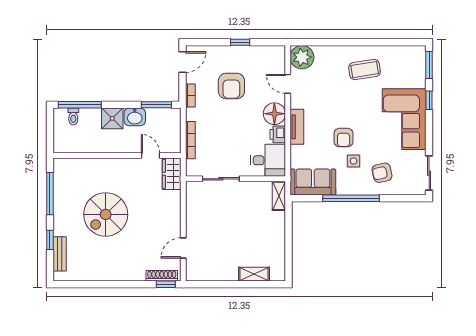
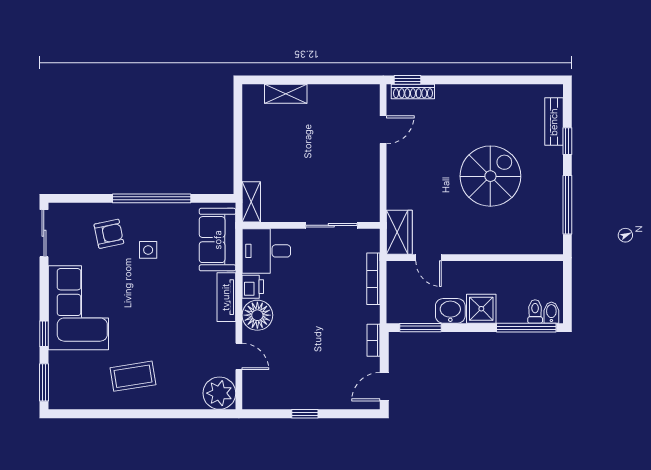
armchair: (231, 86) -> (317, 353), removed
bidet: (62, 116) -> (551, 313), added
armchair: (344, 138) -> (162, 282), removed
sofa: (313, 182) -> (218, 240), moved, turned 90

